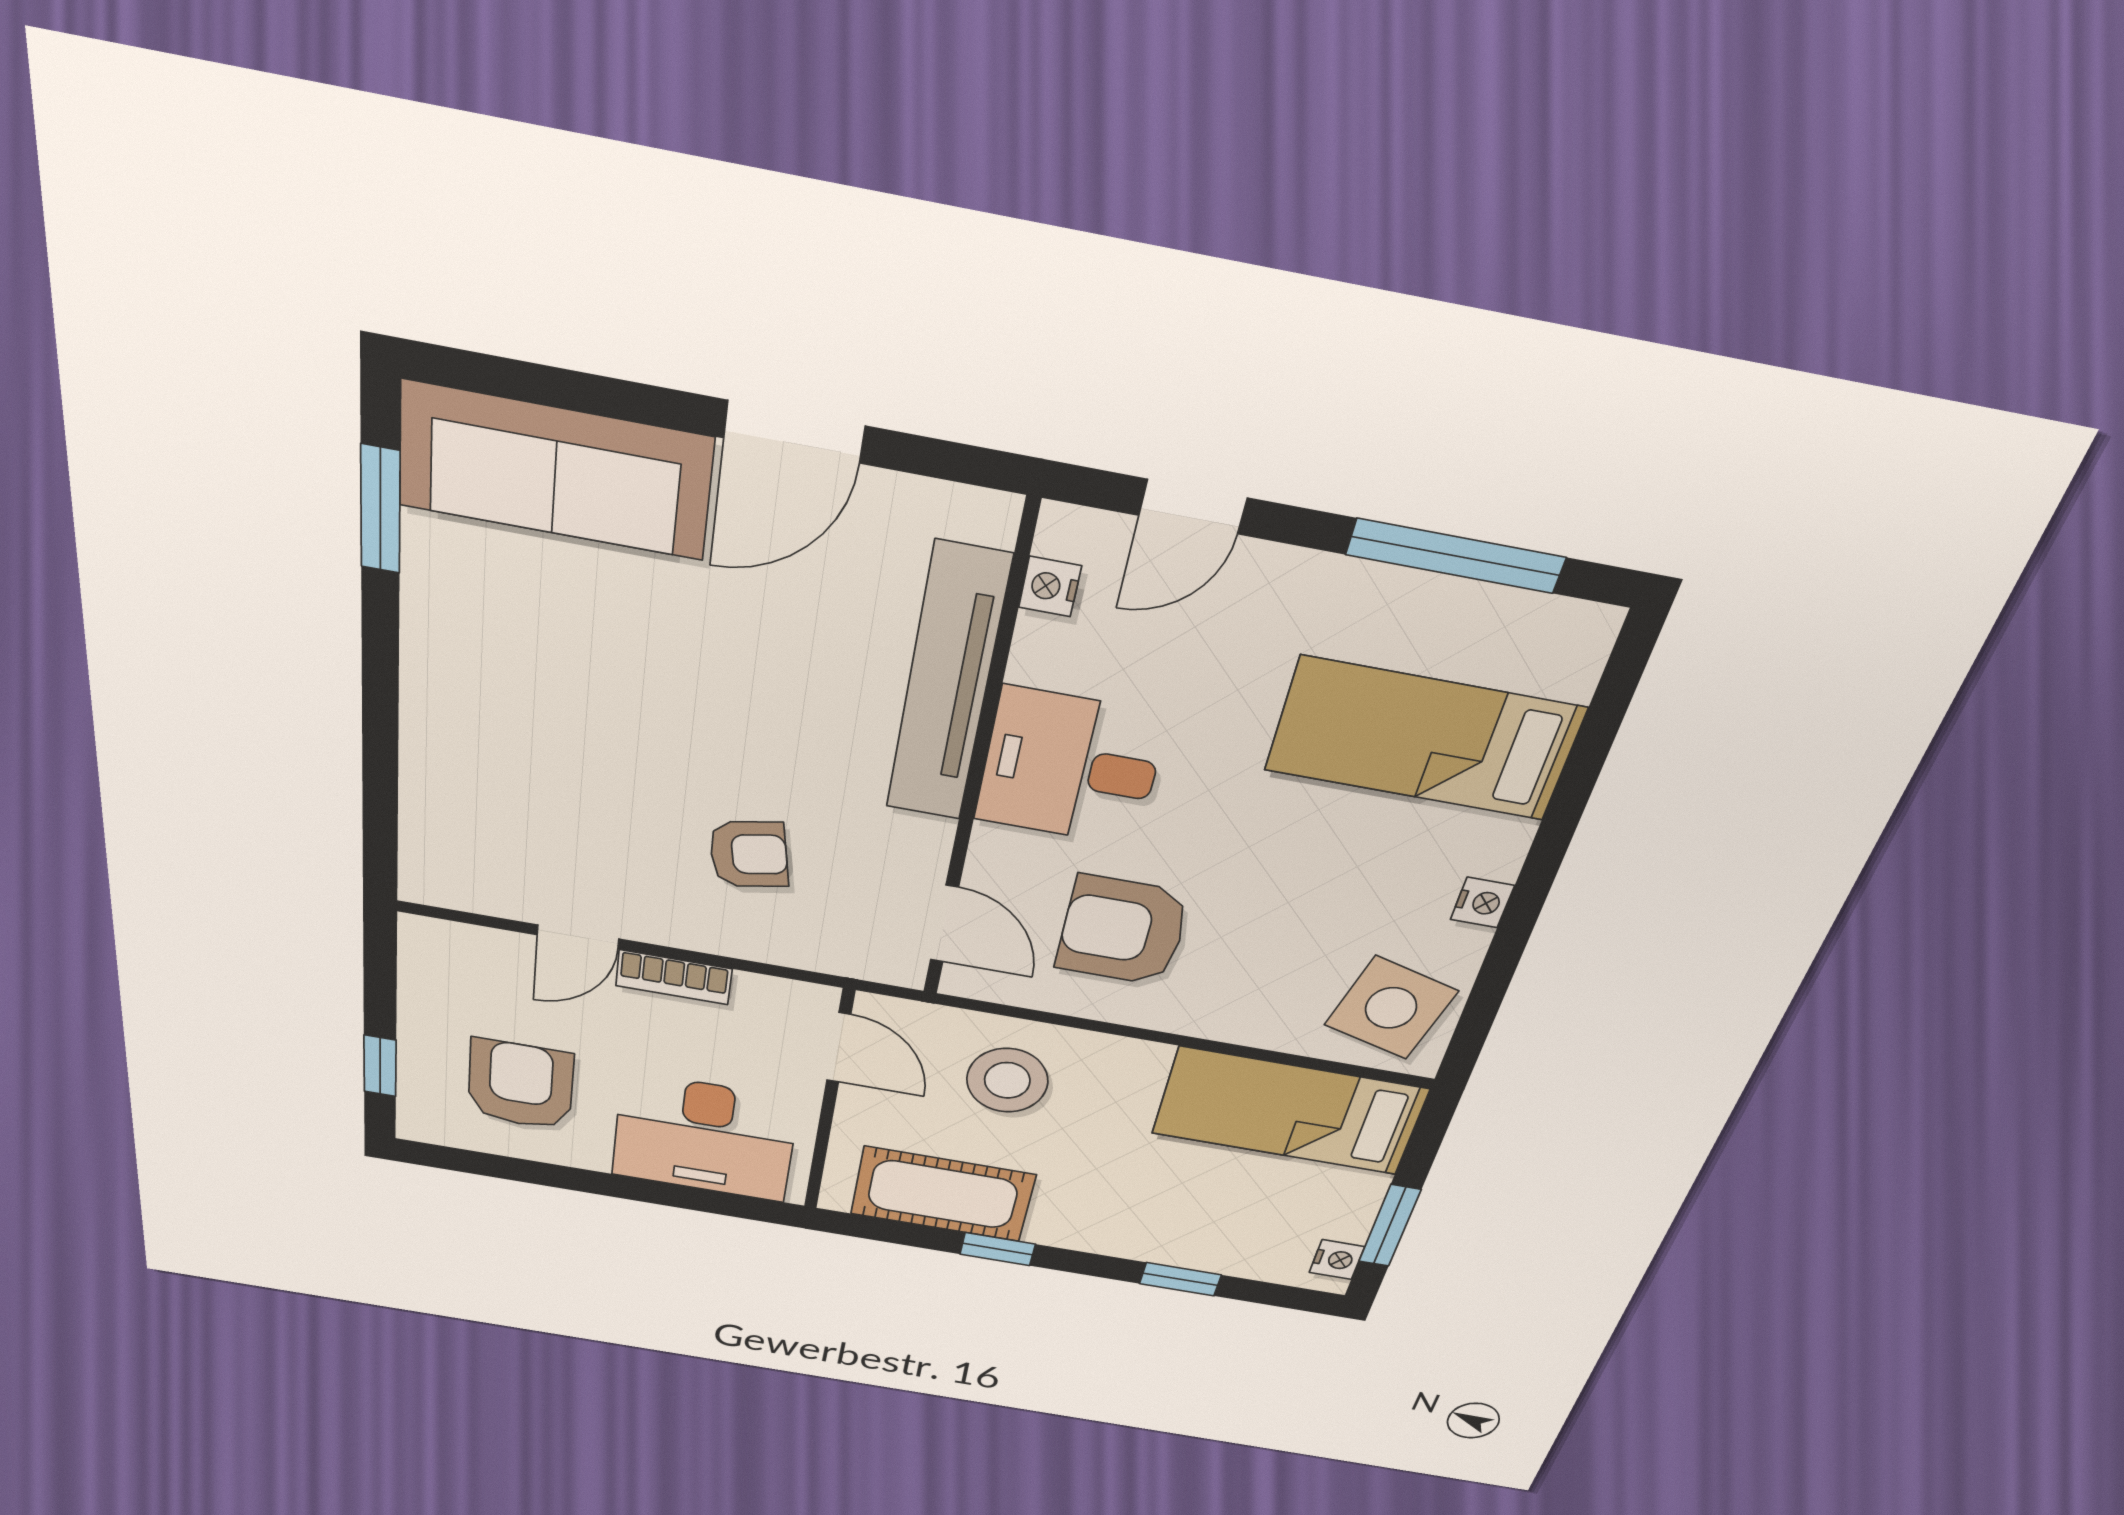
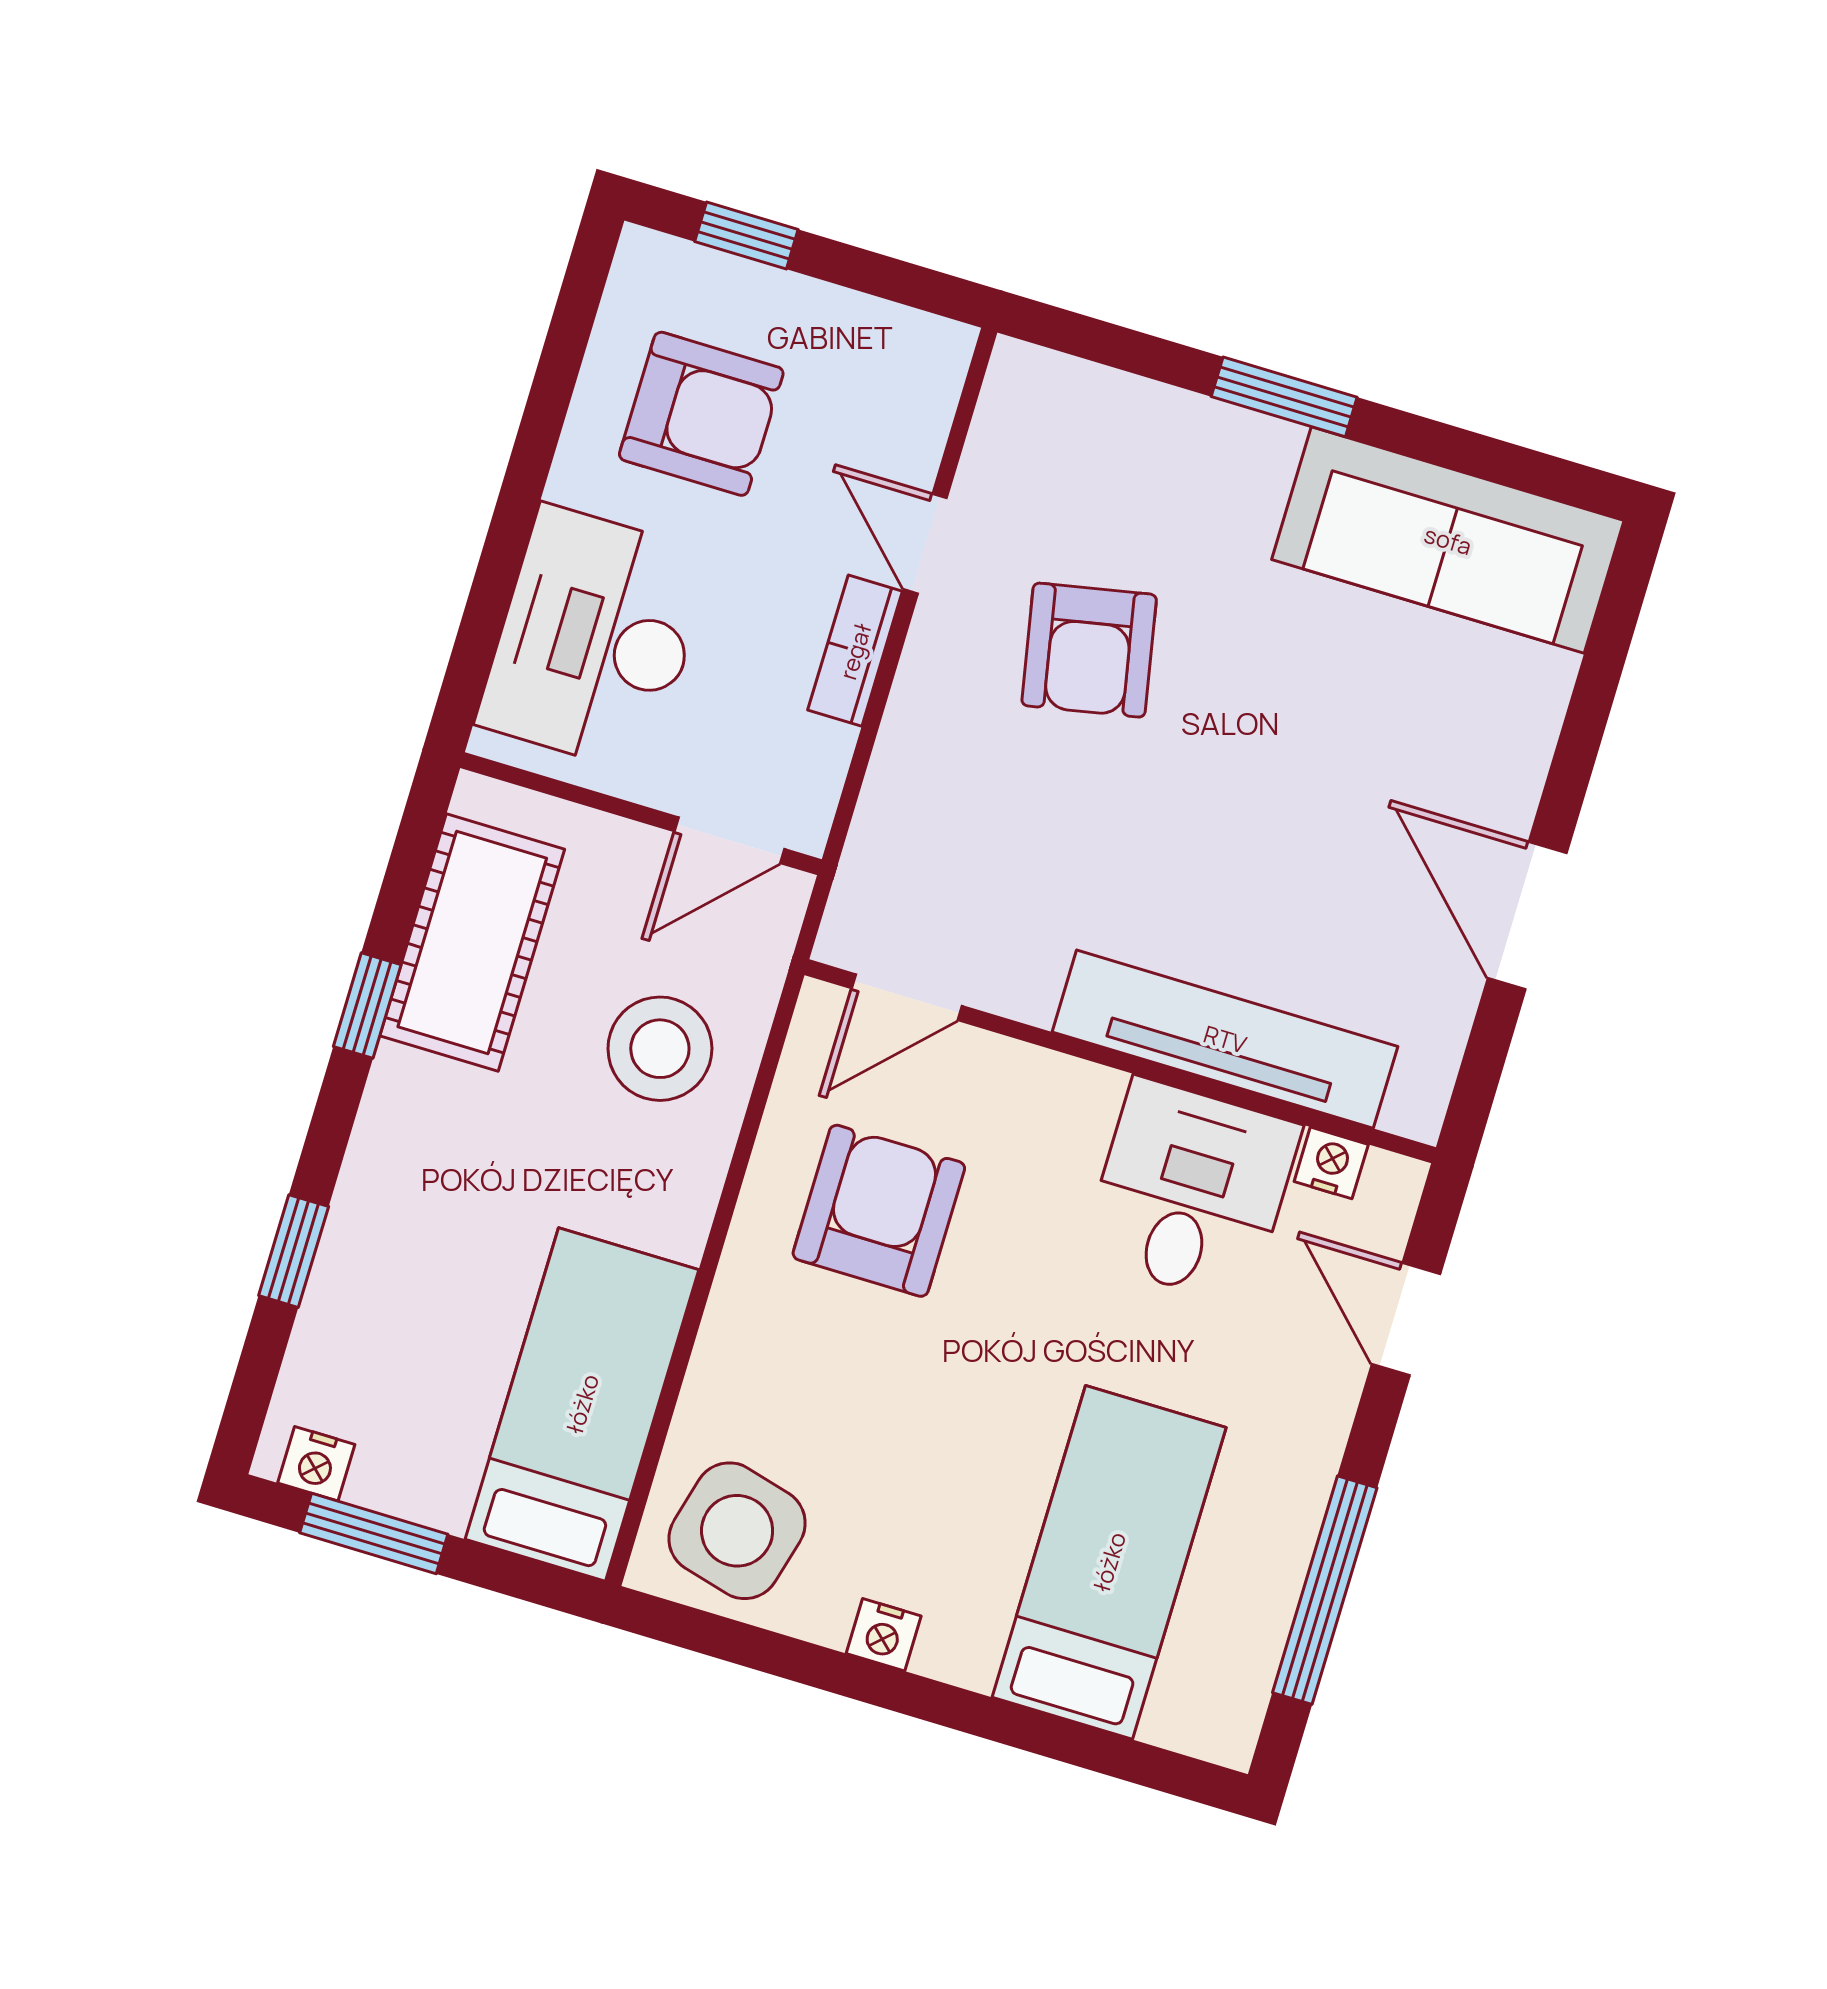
sofa: (555, 471) -> (1448, 540), moved, turned -90
window: (380, 509) -> (1284, 397), moved
desk: (1071, 767) -> (1191, 1192), moved
armchair: (749, 854) -> (1089, 650), moved, width x1.38, depth x1.38

